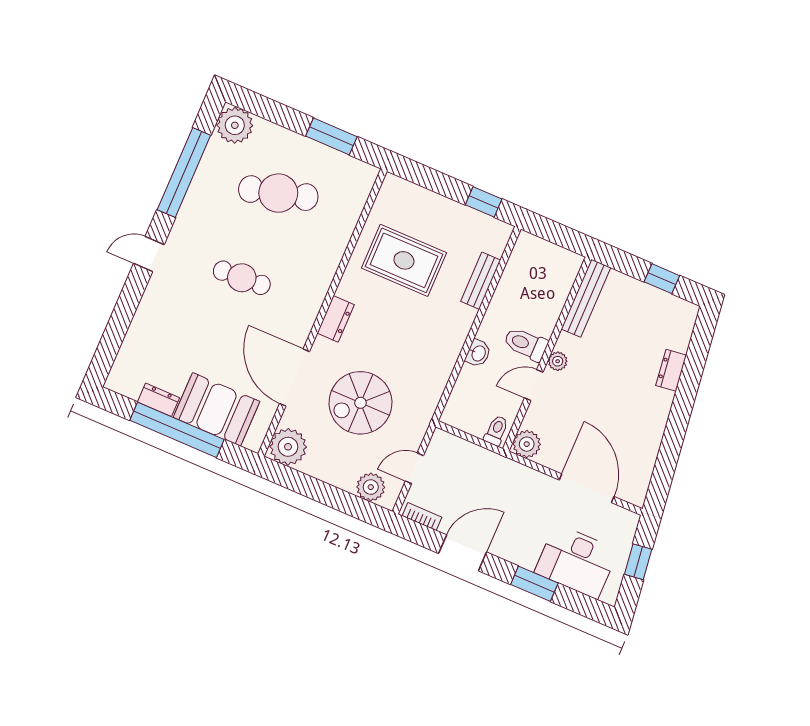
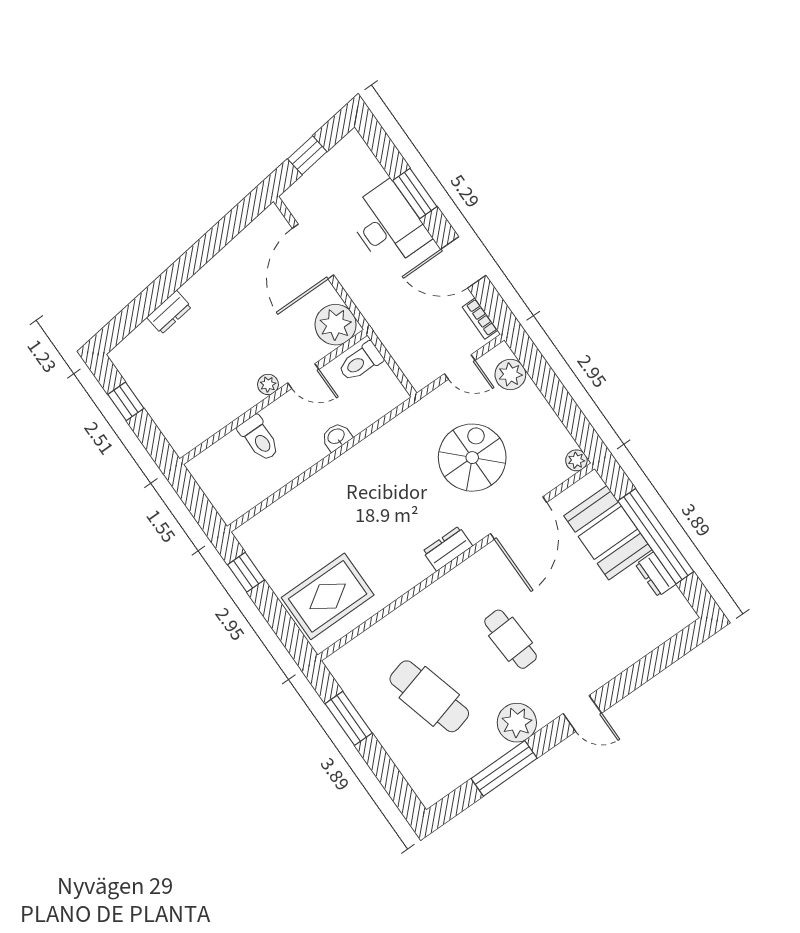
plant: (235, 125) -> (517, 723), moved
window: (184, 172) -> (504, 768), width x0.68
rug: (404, 260) -> (328, 596), moved, turned 90
bench: (481, 281) -> (293, 502), removed
bench: (586, 298) -> (206, 426), removed
toilet: (526, 344) -> (259, 438), moved
spiral stairs: (360, 403) -> (472, 458), turned -90
toilet: (496, 431) -> (361, 362), width x1.37, depth x1.39
plant: (527, 444) -> (336, 325), width x1.36, depth x1.36
plant: (288, 447) -> (576, 460), width x0.53, depth x0.53
desk: (576, 561) -> (388, 225), moved

